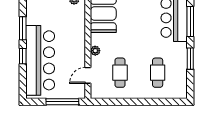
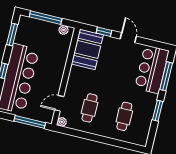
window: (23, 28) -> (12, 35), moved
plant: (95, 51) -> (62, 122), moved

